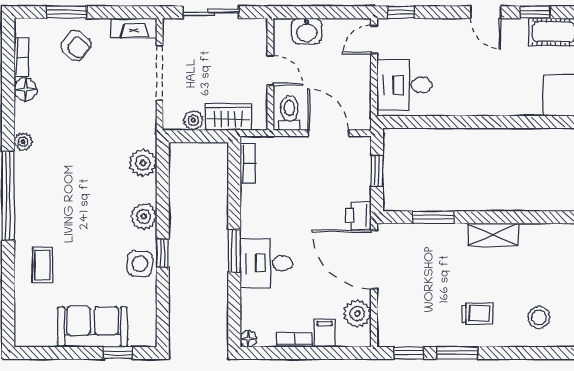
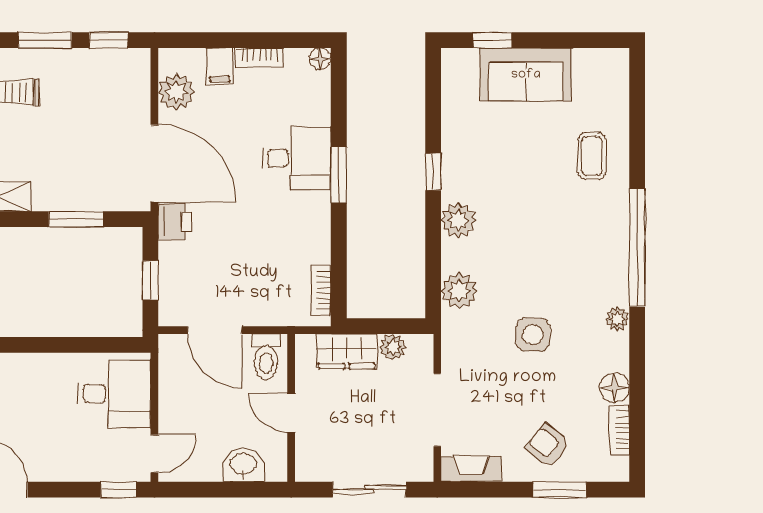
side table: (140, 264) -> (533, 335), moved

